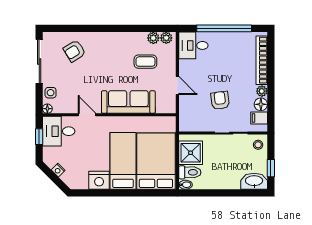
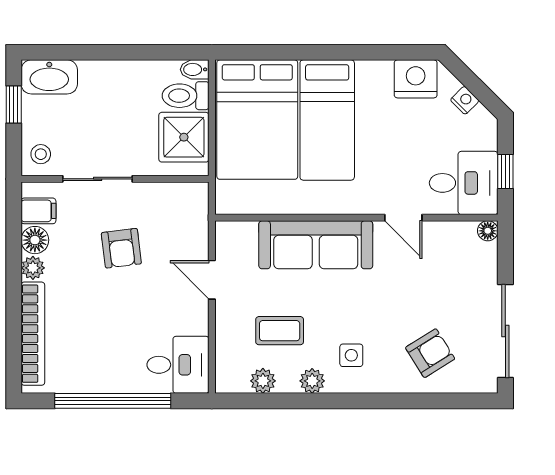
plant: (166, 38) -> (312, 381), moved
side table: (51, 93) -> (351, 355), moved
nightstand: (99, 180) -> (416, 79), moved

